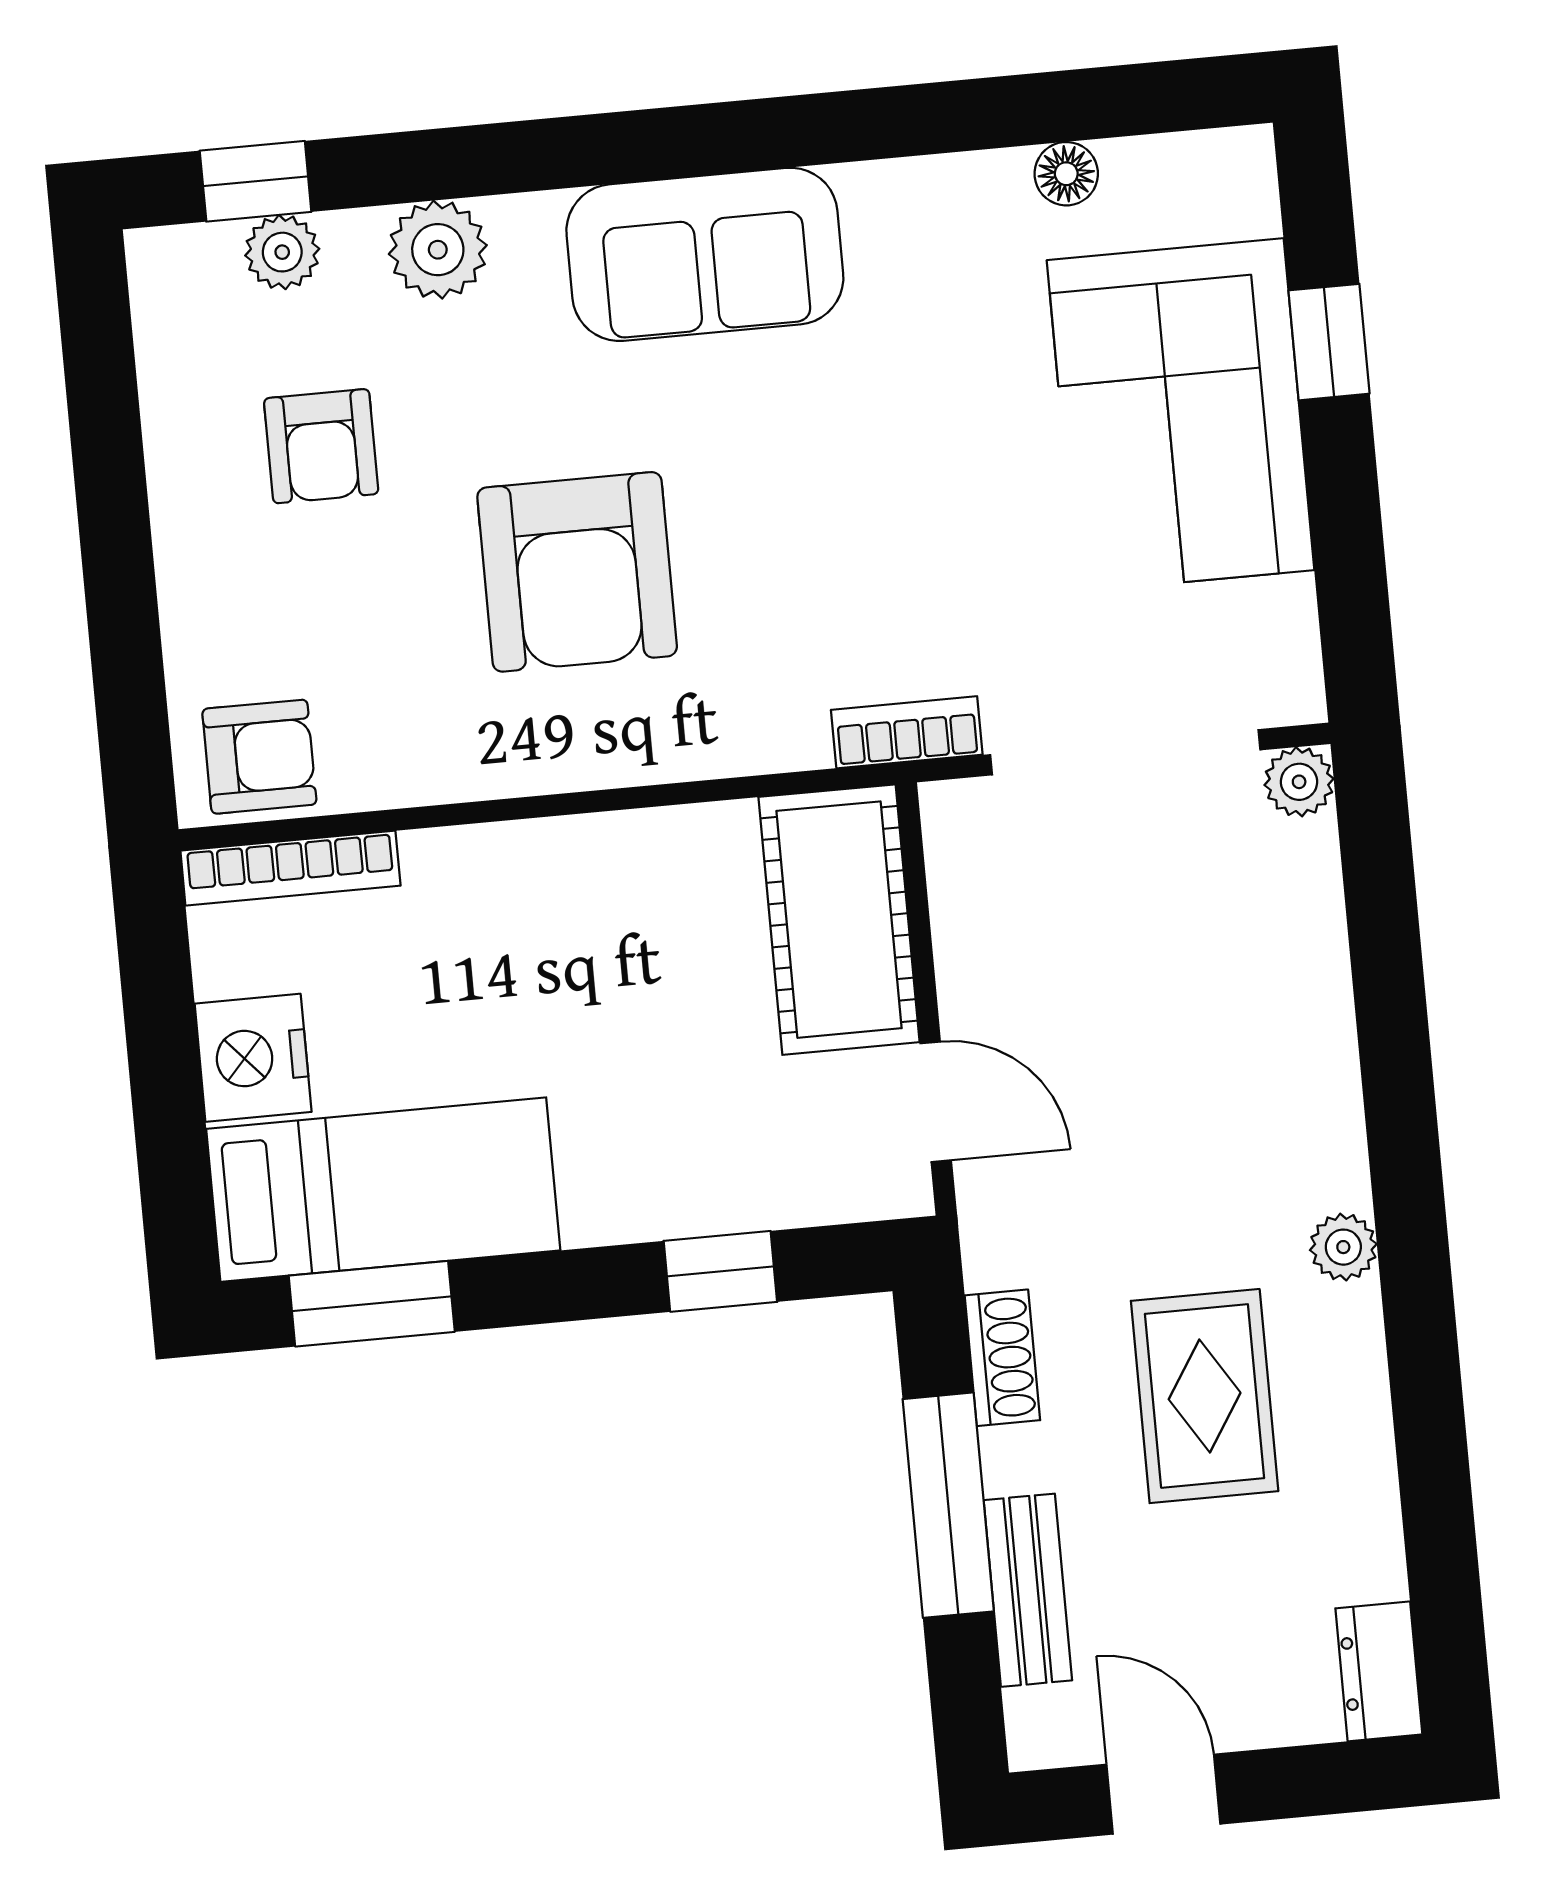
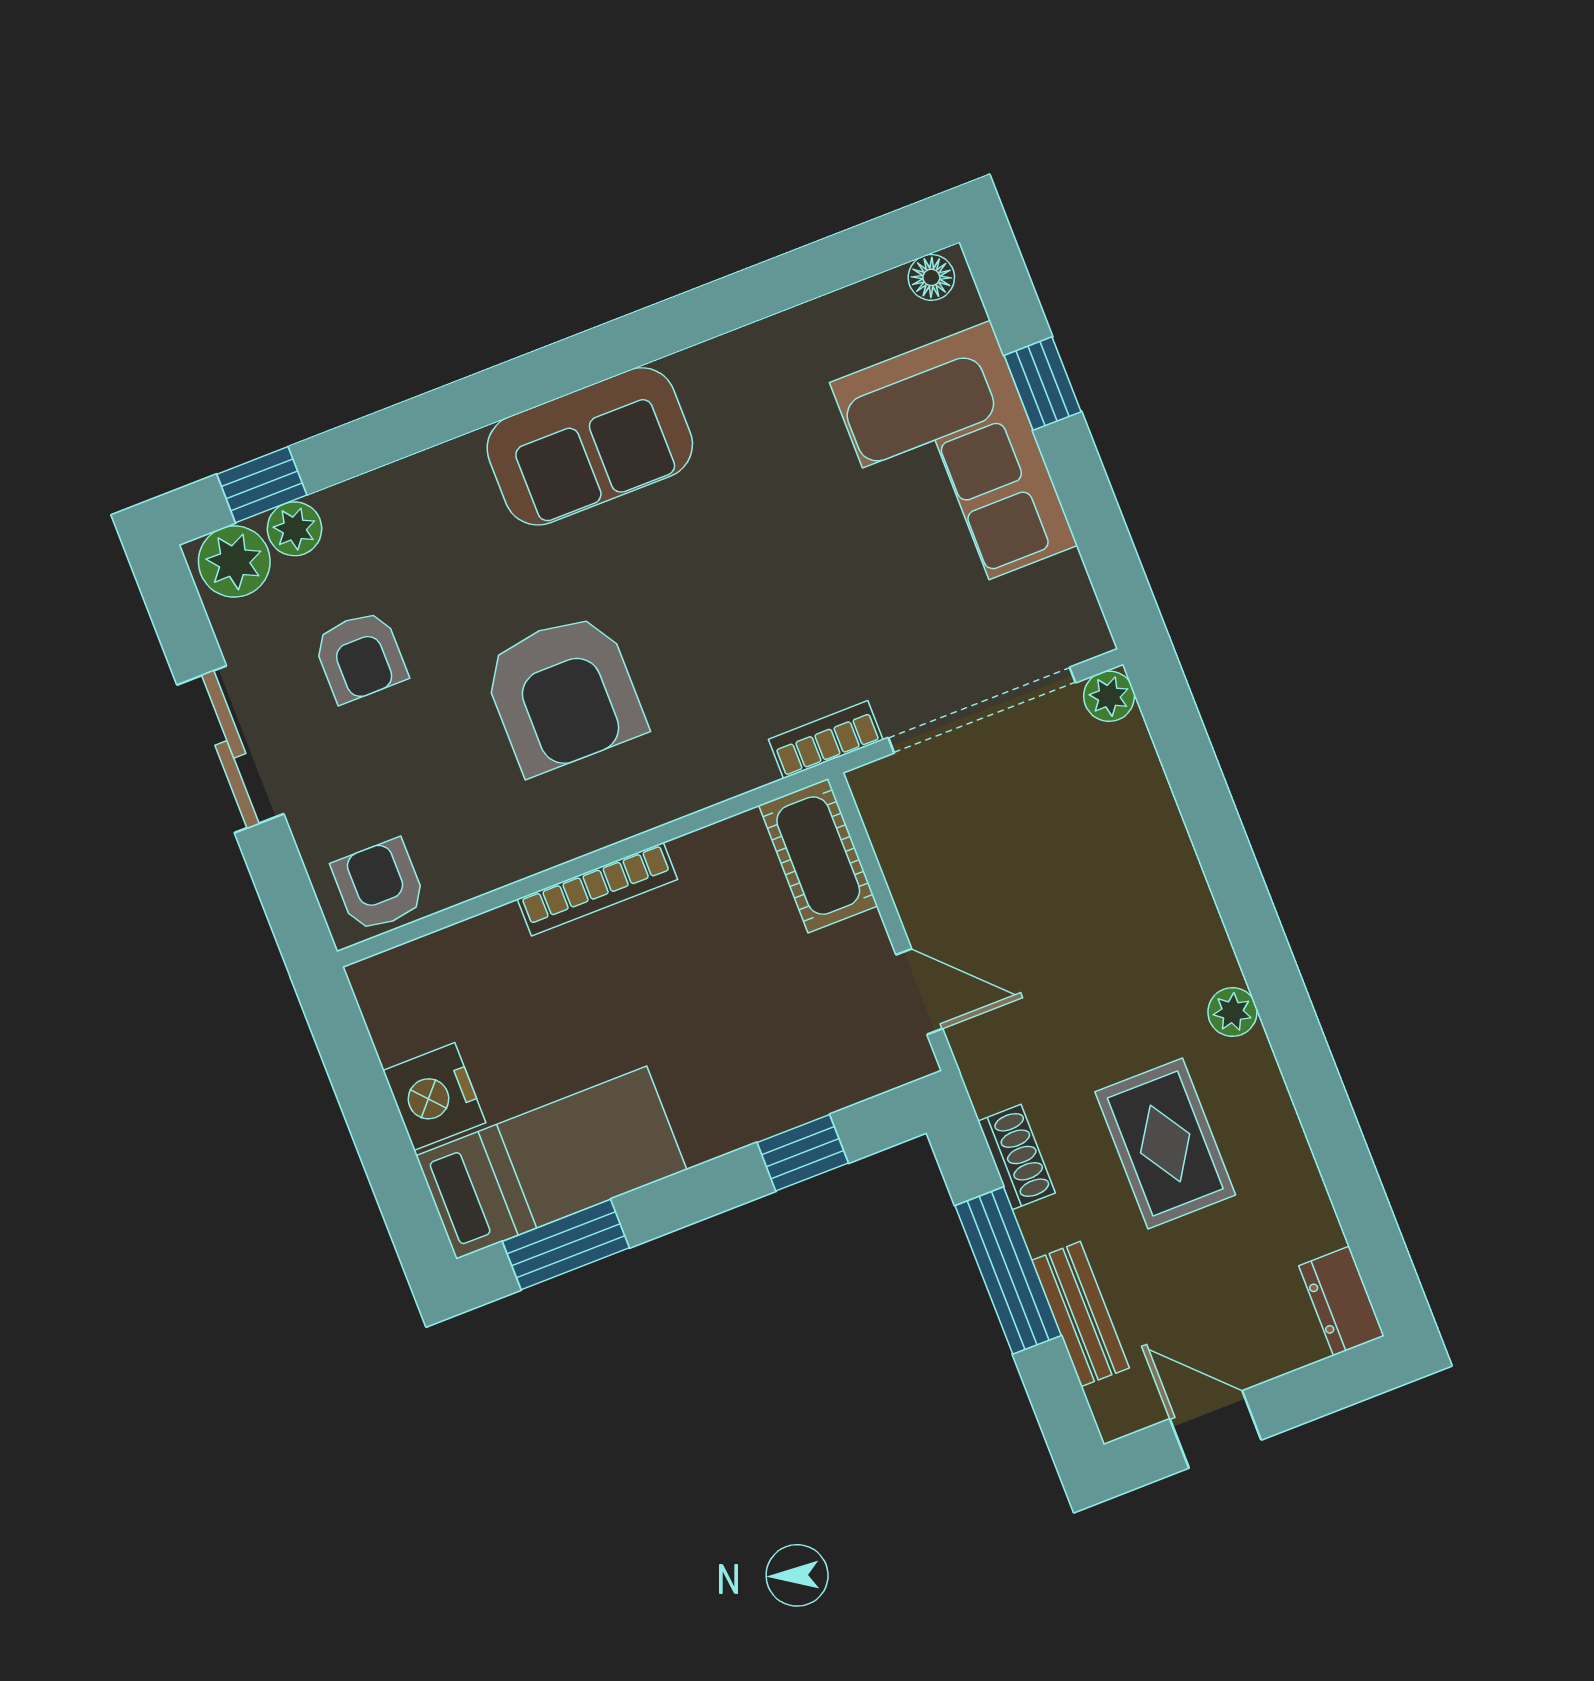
floor lamp: (1066, 174) -> (931, 277), moved
plant: (438, 250) -> (234, 561), moved
sliding door: (114, 520) -> (230, 749), added
armchair: (259, 757) -> (379, 885), turned -90
bookcase: (290, 868) -> (597, 889), moved
cot: (839, 920) -> (818, 856), width x0.73, depth x0.75

